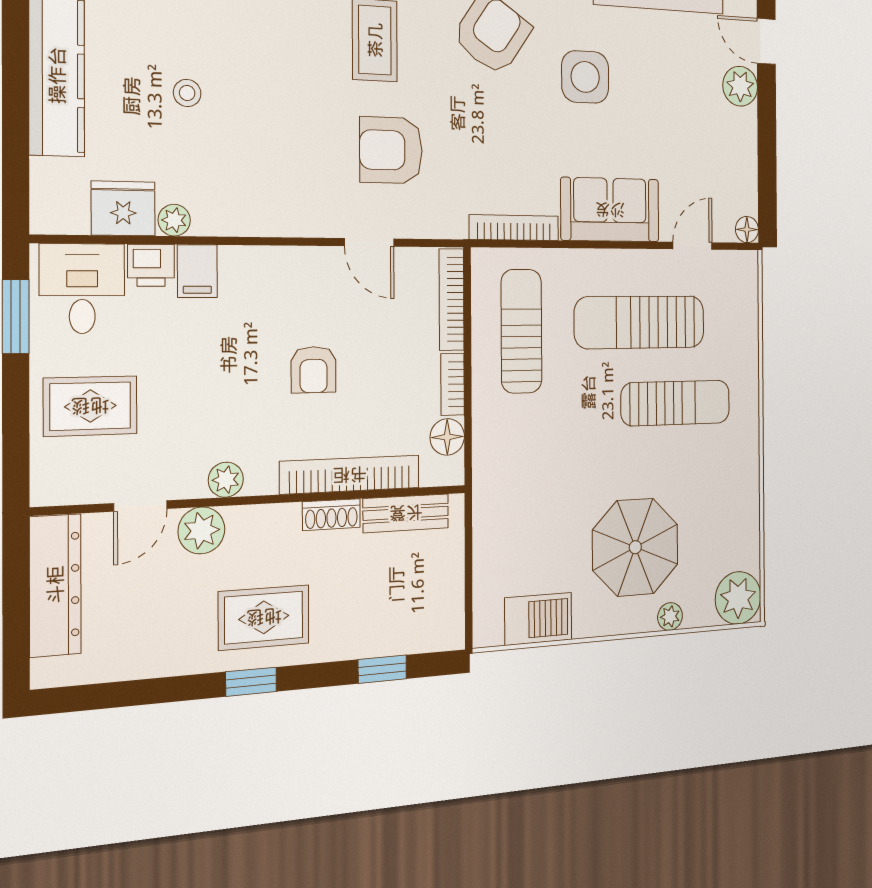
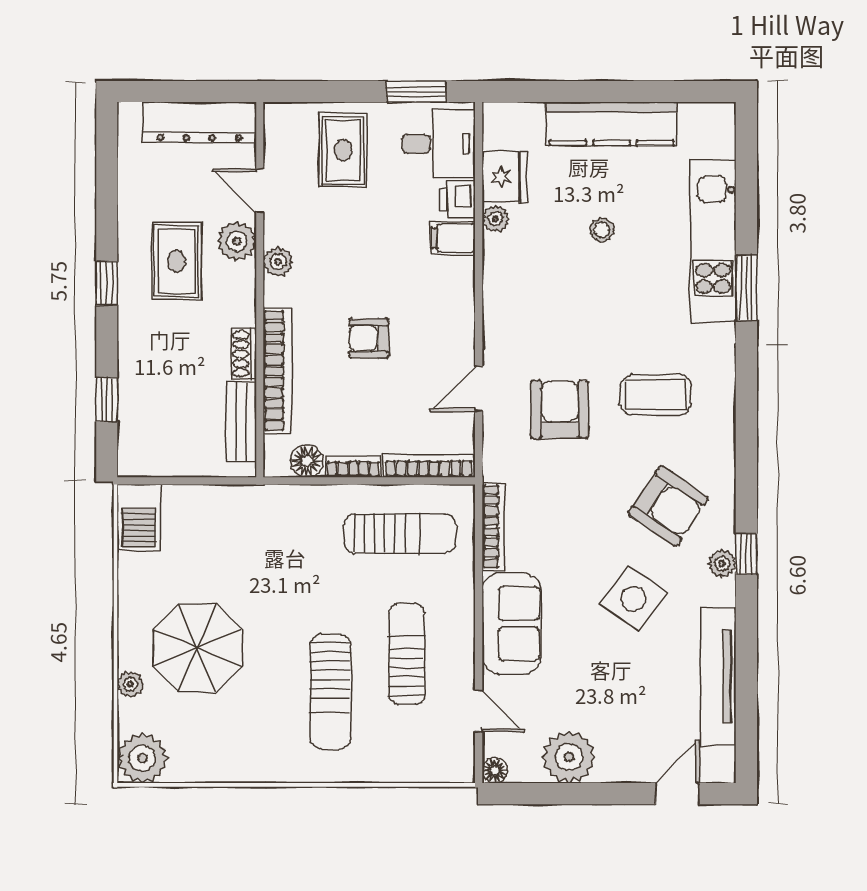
side table: (585, 77) -> (633, 599), turned 36
plant: (740, 86) -> (569, 757), moved, width x1.36, depth x1.36
sun lounger: (640, 322) -> (407, 654), width x0.73, depth x0.75
rug: (264, 617) -> (176, 261), moved
barbecue: (538, 619) -> (139, 517), moved

